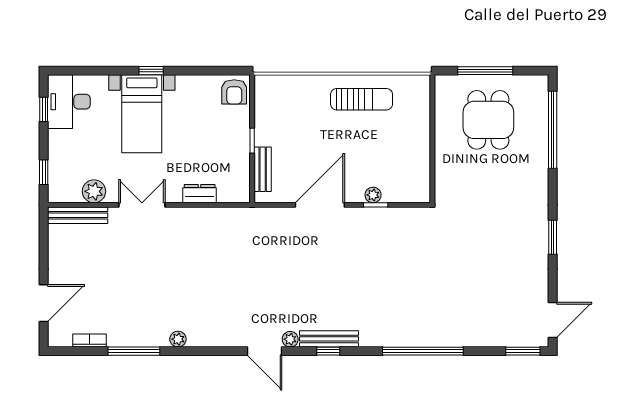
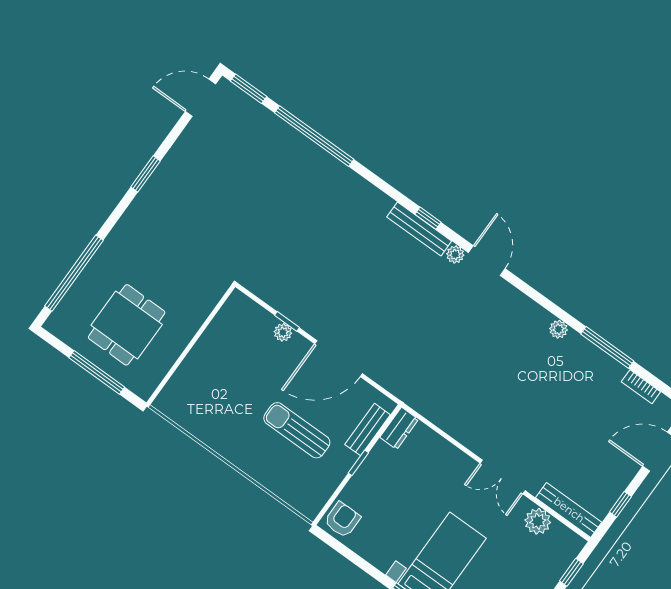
sun lounger: (362, 99) -> (297, 430), moved
dresser: (200, 194) -> (399, 428), moved, turned -90
window: (44, 246) -> (620, 504), added
window: (423, 351) -> (314, 136), moved

